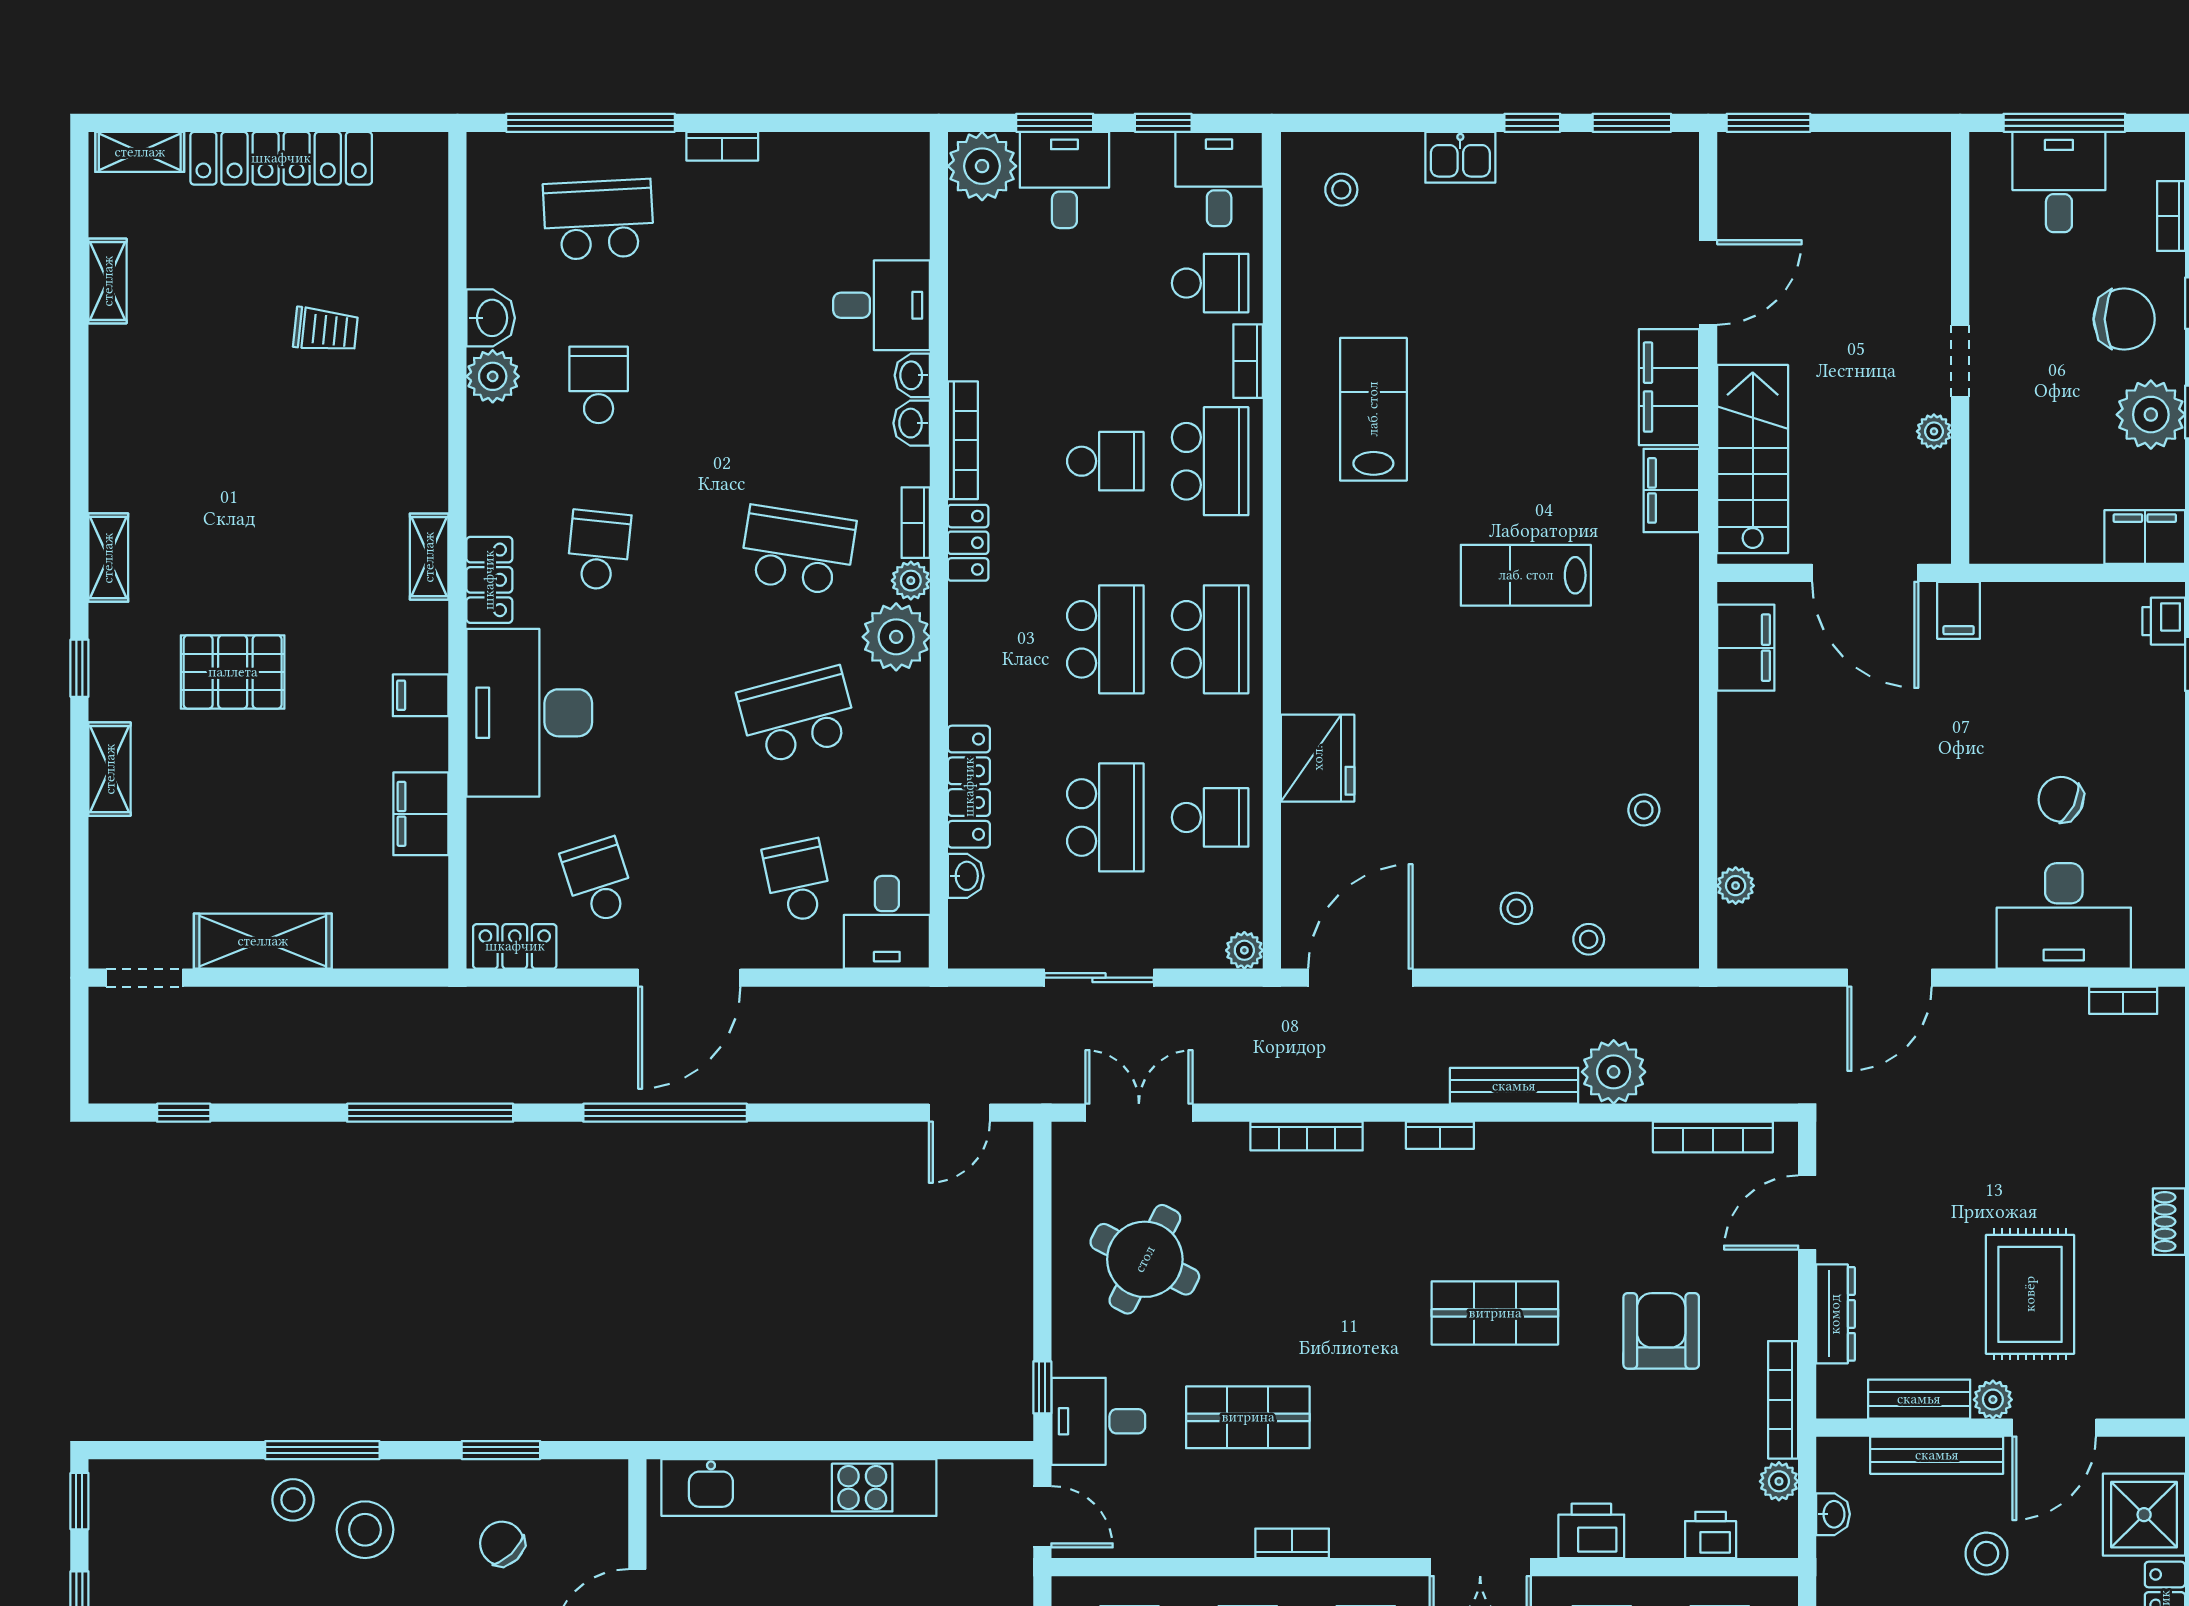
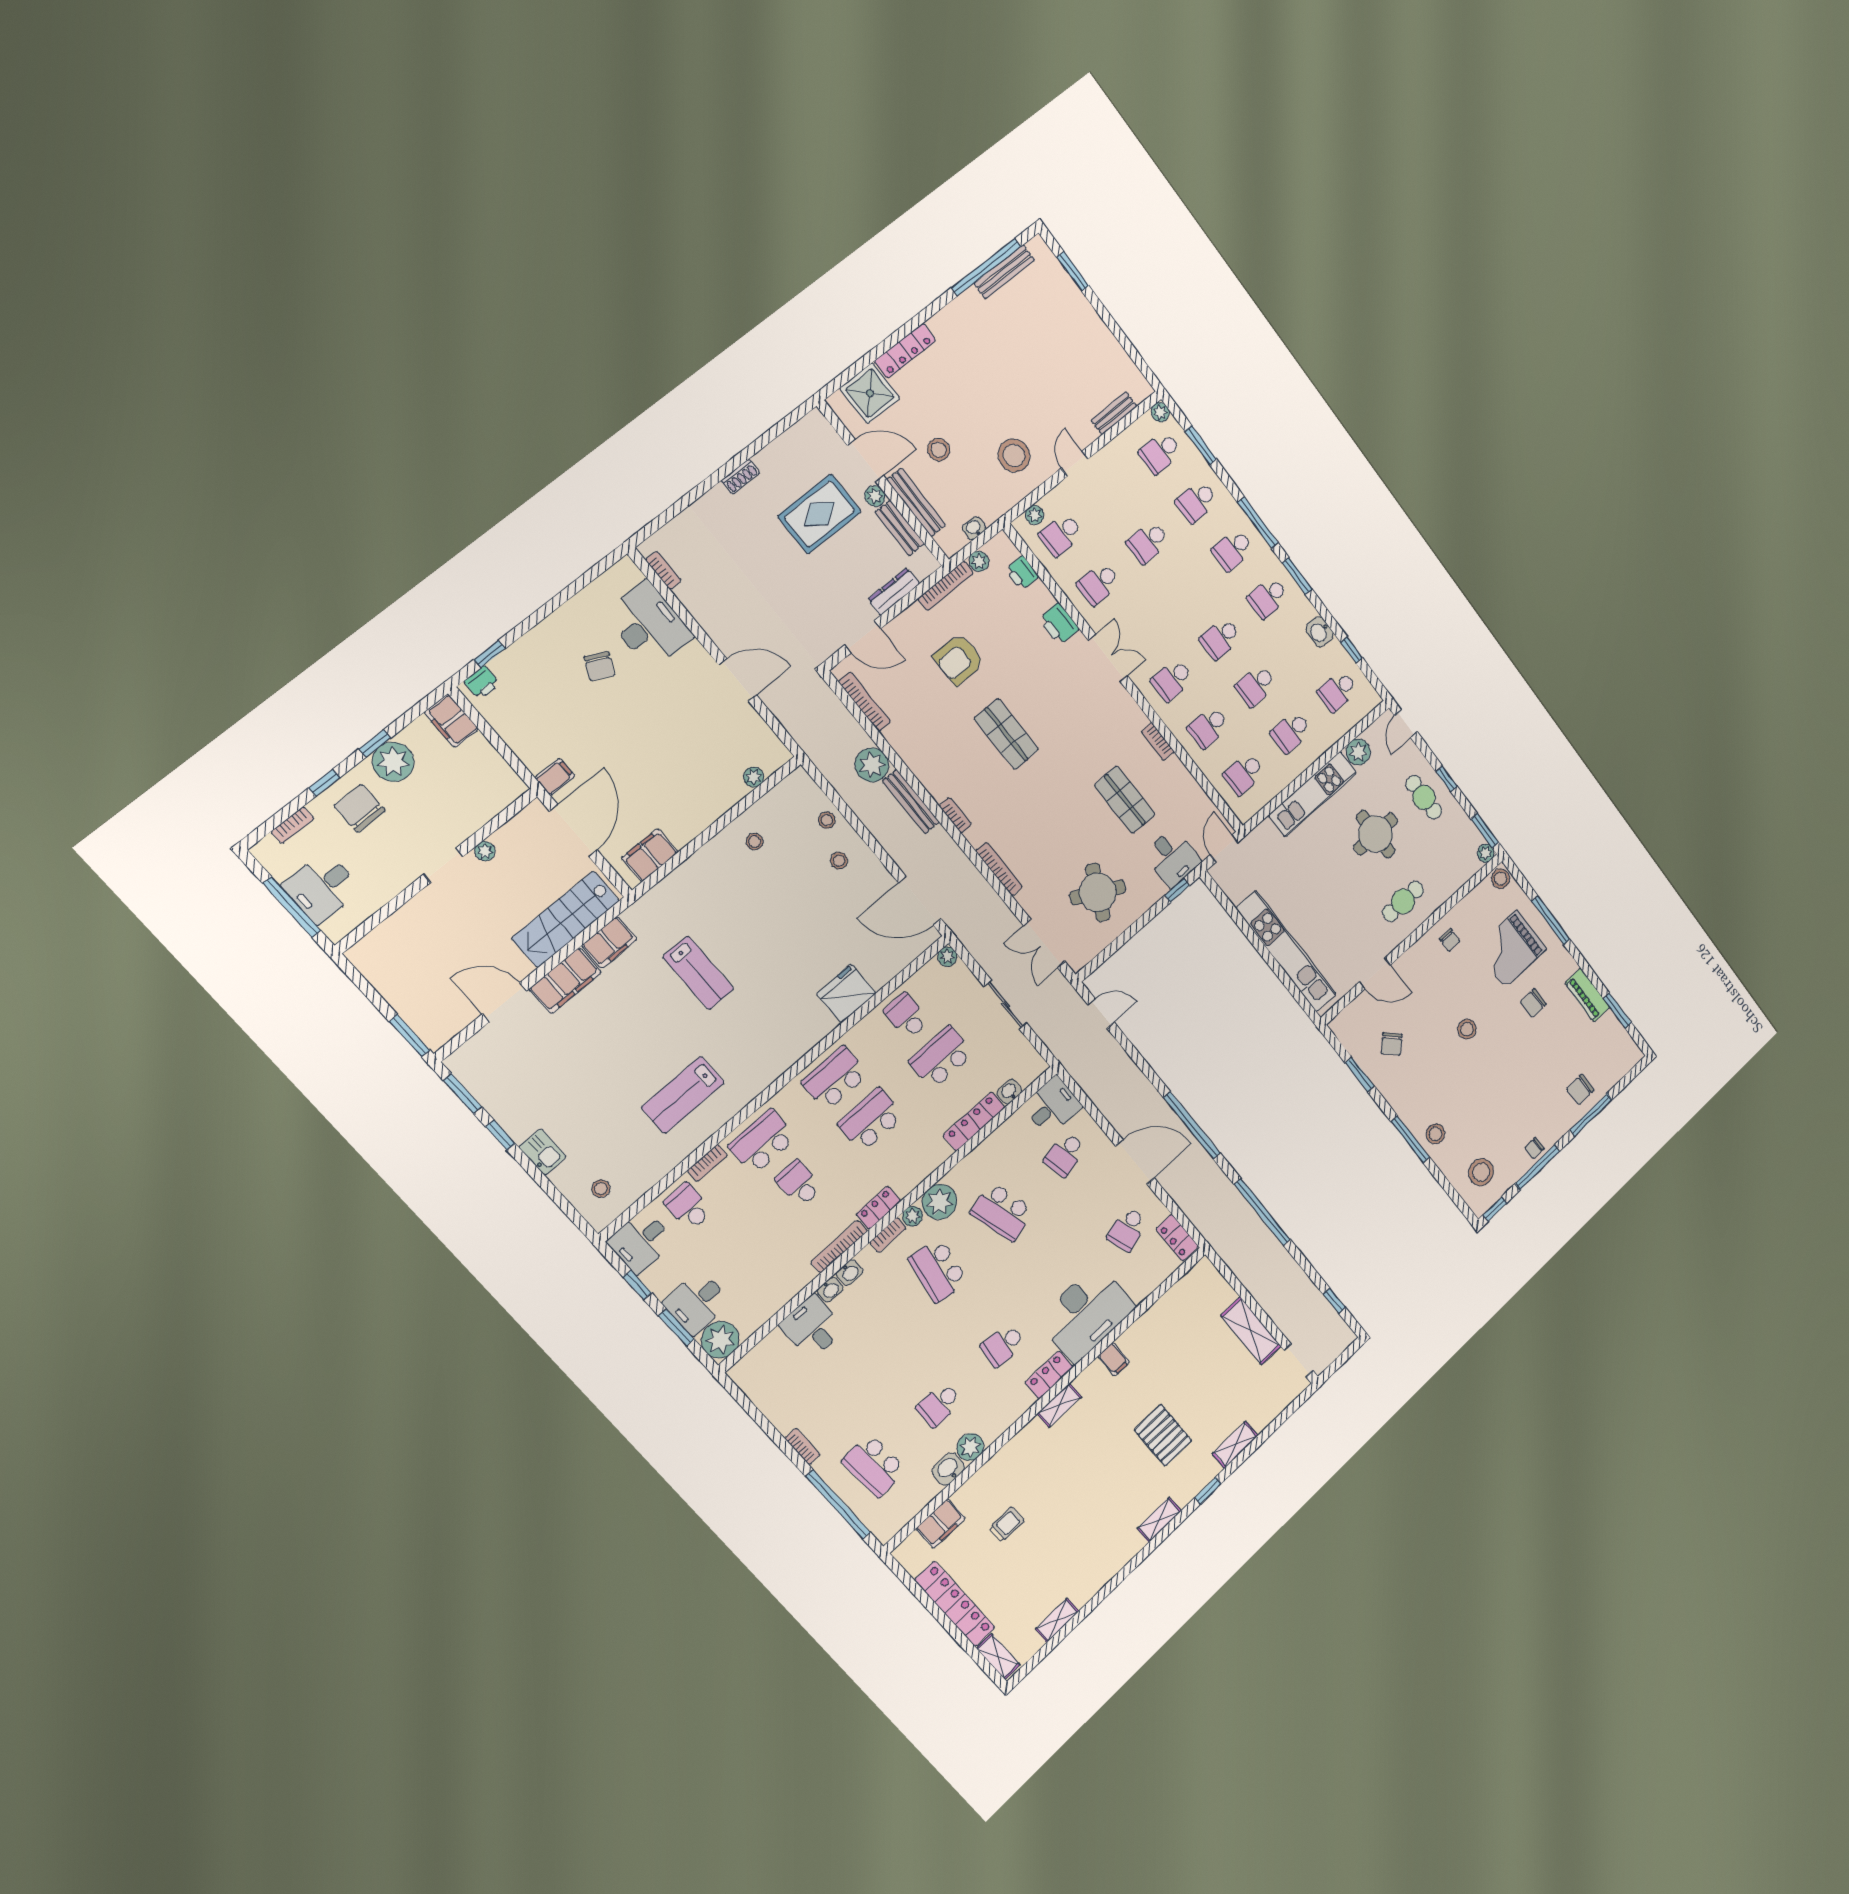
trolley: (326, 330) -> (1006, 1525), turned 84
filing cabinet: (421, 814) -> (941, 1523), moved
stool: (365, 1530) -> (1481, 1172), moved

